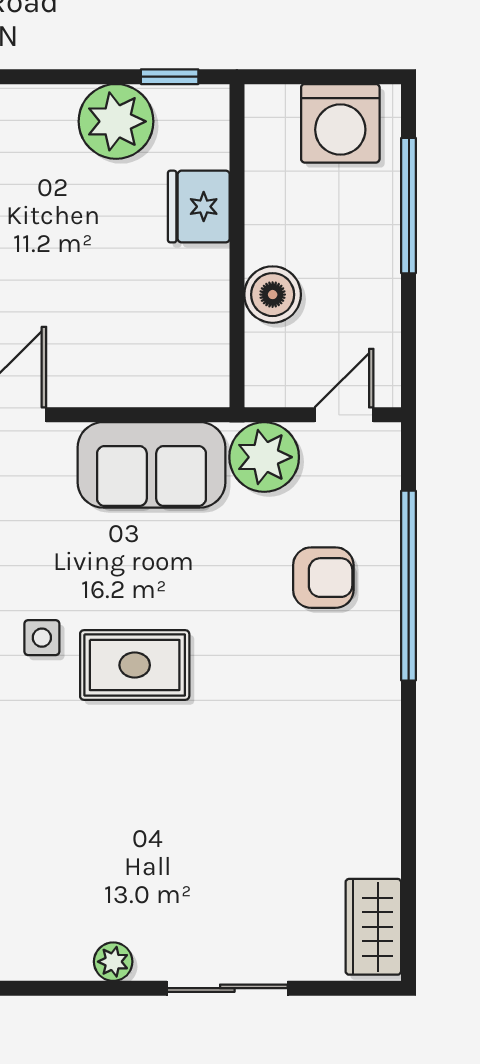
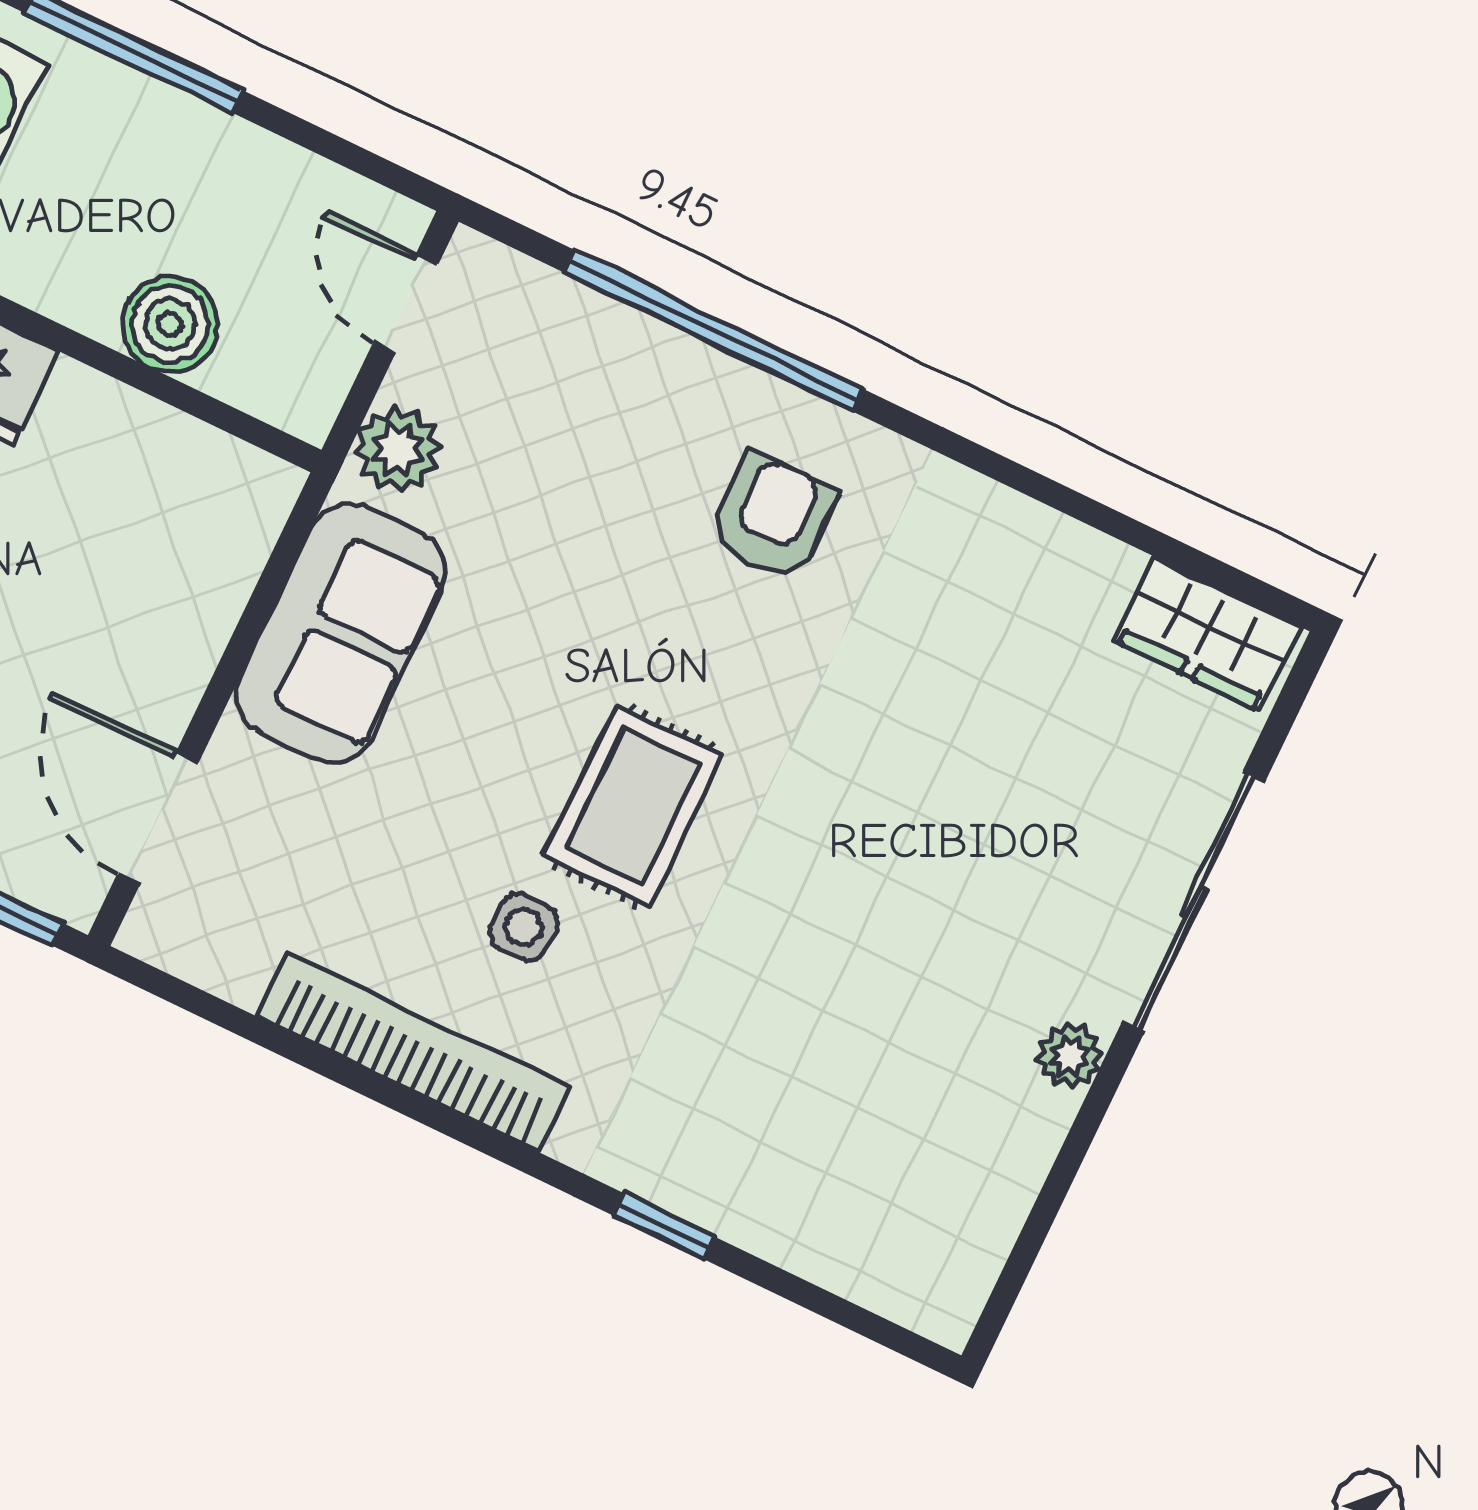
plant: (264, 457) -> (397, 449), width x0.73, depth x0.73
armchair: (323, 578) -> (772, 516), moved
sliding door: (227, 988) -> (1194, 902), width x1.37

